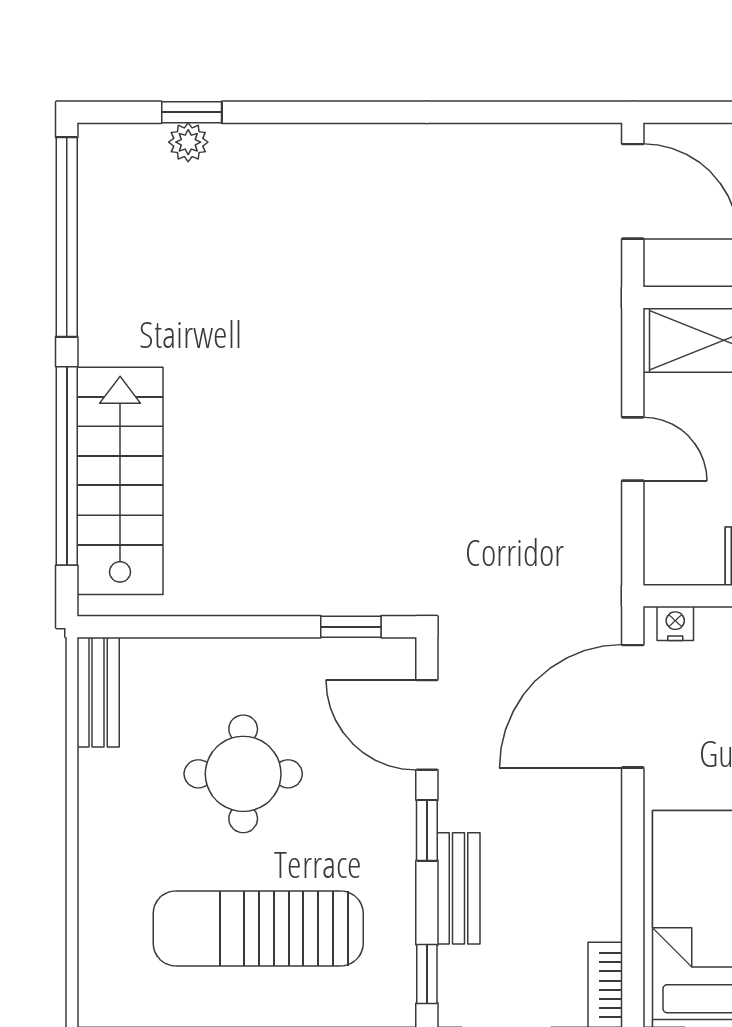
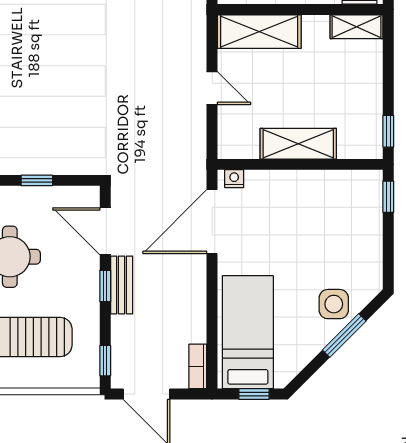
window: (351, 627) -> (37, 180), moved
bench: (459, 888) -> (122, 285), moved

